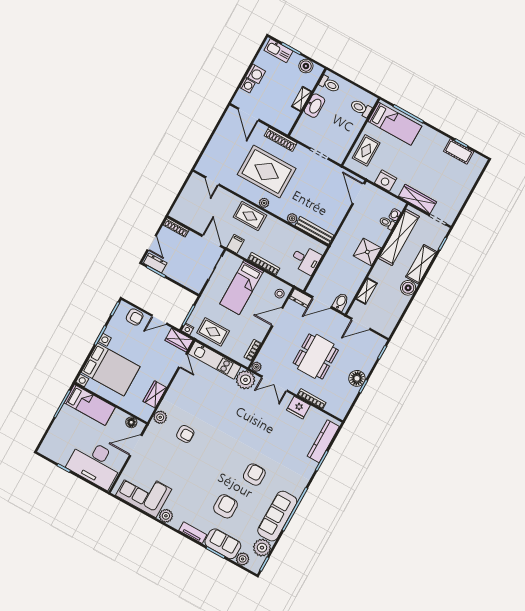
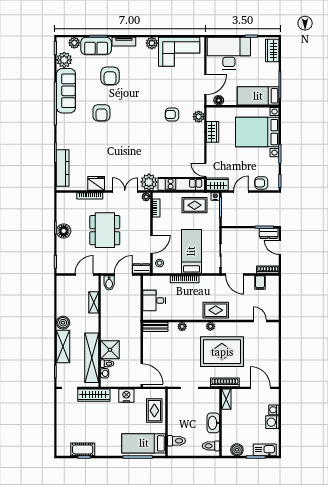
shelving: (302, 99) -> (226, 399), moved
bench: (314, 230) -> (155, 327), width x0.73
filing cabinet: (236, 244) -> (260, 283), moved
shower: (367, 252) -> (110, 350), moved
wardrobe: (51, 442) -> (272, 51), added

